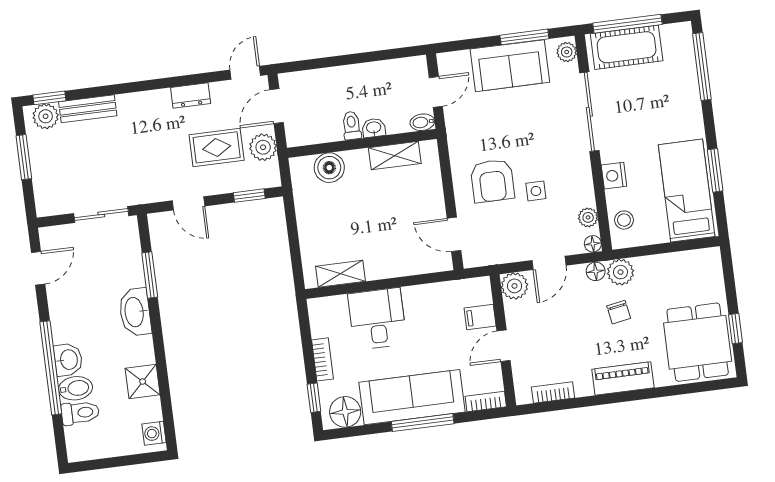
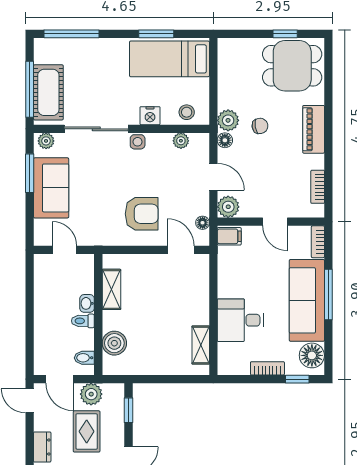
bidet: (422, 122) -> (84, 358), moved, turned 90
side table: (536, 191) -> (138, 142), moved
door: (454, 234) -> (181, 250), swing flipped
floor lamp: (593, 244) -> (203, 223), moved
filing cabinet: (480, 317) -> (229, 236), moved, turned -90

